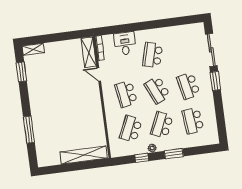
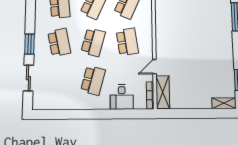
sliding door: (211, 50) -> (28, 78), width x0.73
door: (99, 74) -> (154, 67), swing flipped
school desk: (157, 90) -> (93, 42), turned 39

